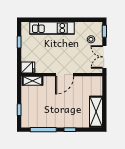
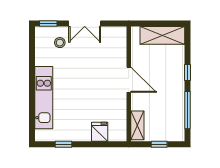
wall: (62, 75) -> (129, 84), moved
door: (65, 75) -> (129, 80), moved
shelving: (33, 81) -> (137, 125), moved

